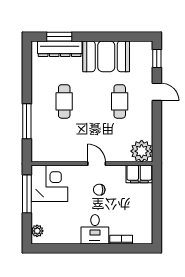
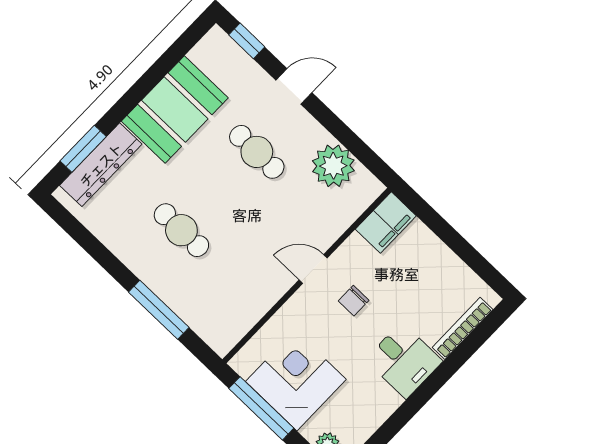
plant: (142, 151) -> (333, 166), moved
corner desk: (49, 183) -> (296, 380), moved
bookcase: (121, 240) -> (463, 328), width x1.56

